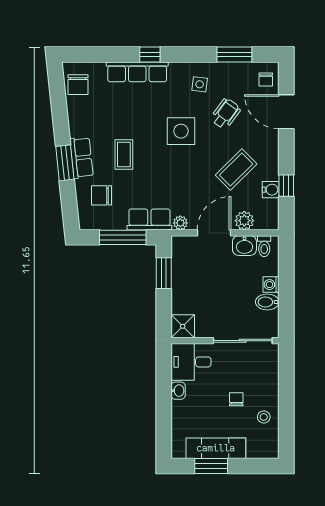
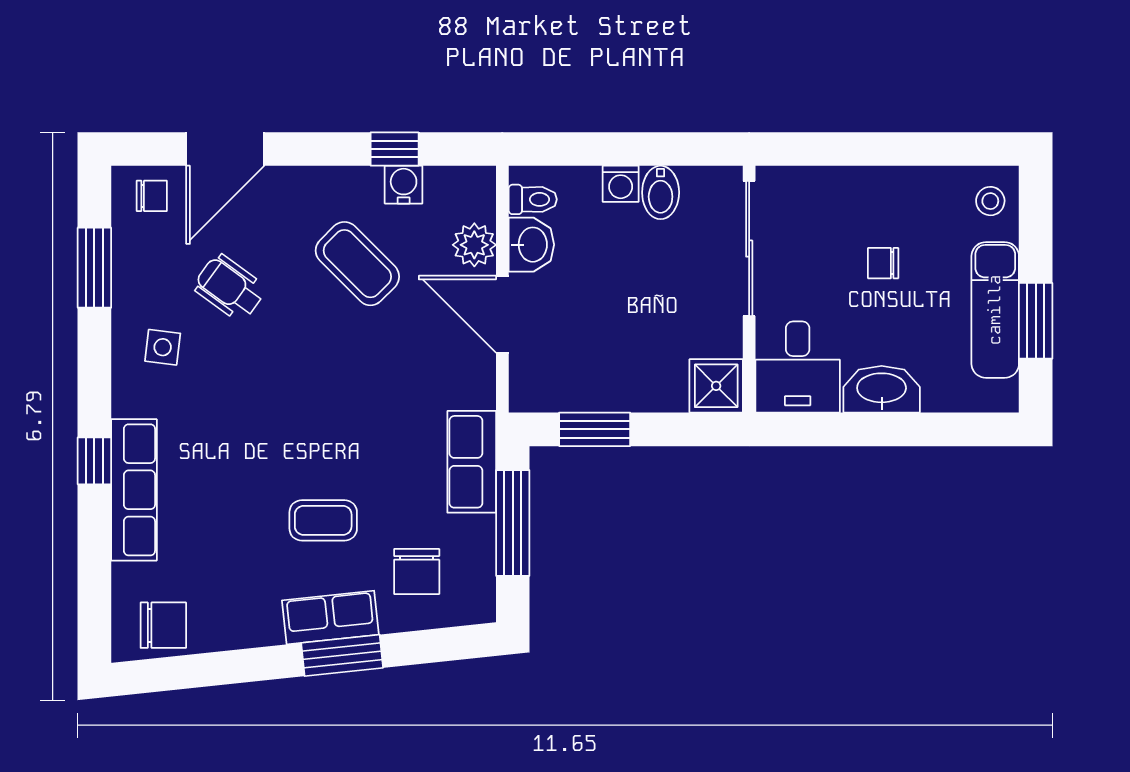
side table: (181, 131) -> (270, 390), removed
plant: (180, 223) -> (479, 391), removed
washbasin: (178, 391) -> (882, 389), width x1.91, depth x1.45
stool: (264, 417) -> (990, 201), moved

